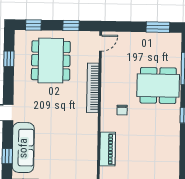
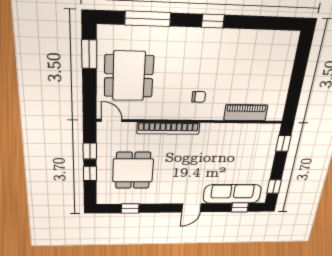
window: (33, 25) -> (90, 174), moved
dining table: (51, 61) -> (133, 170), width x0.73
dining table: (158, 85) -> (129, 76), moved

